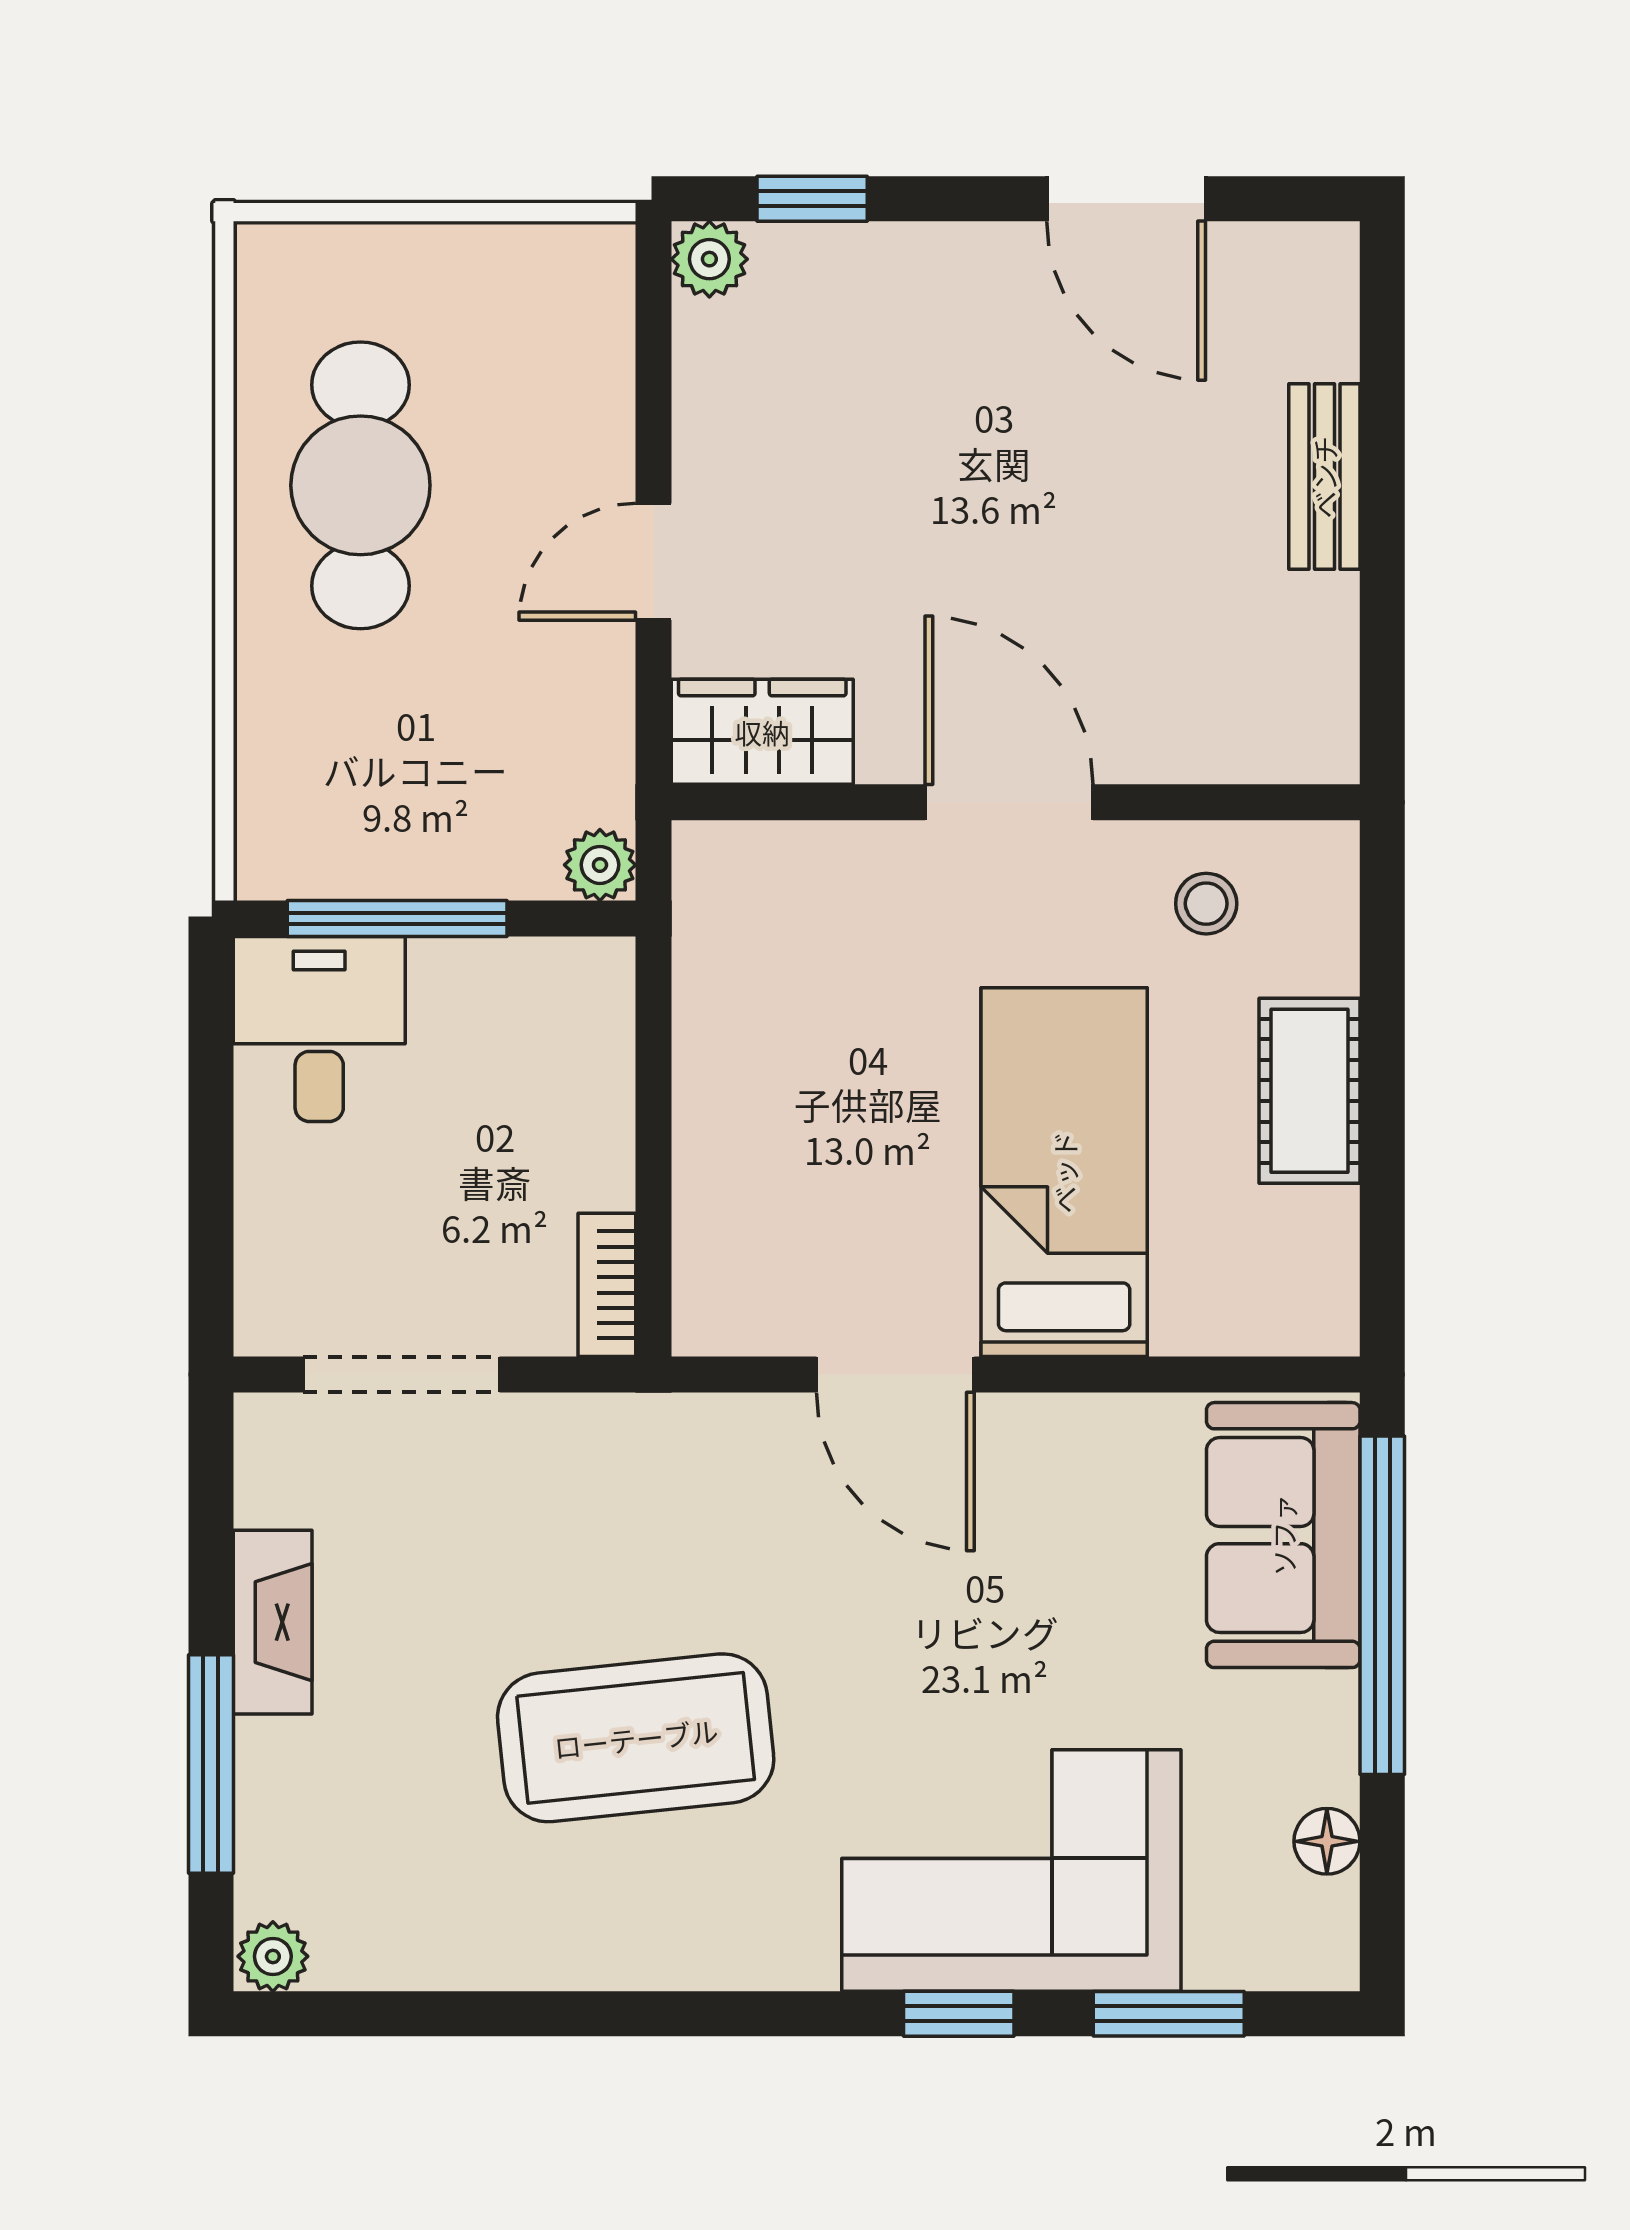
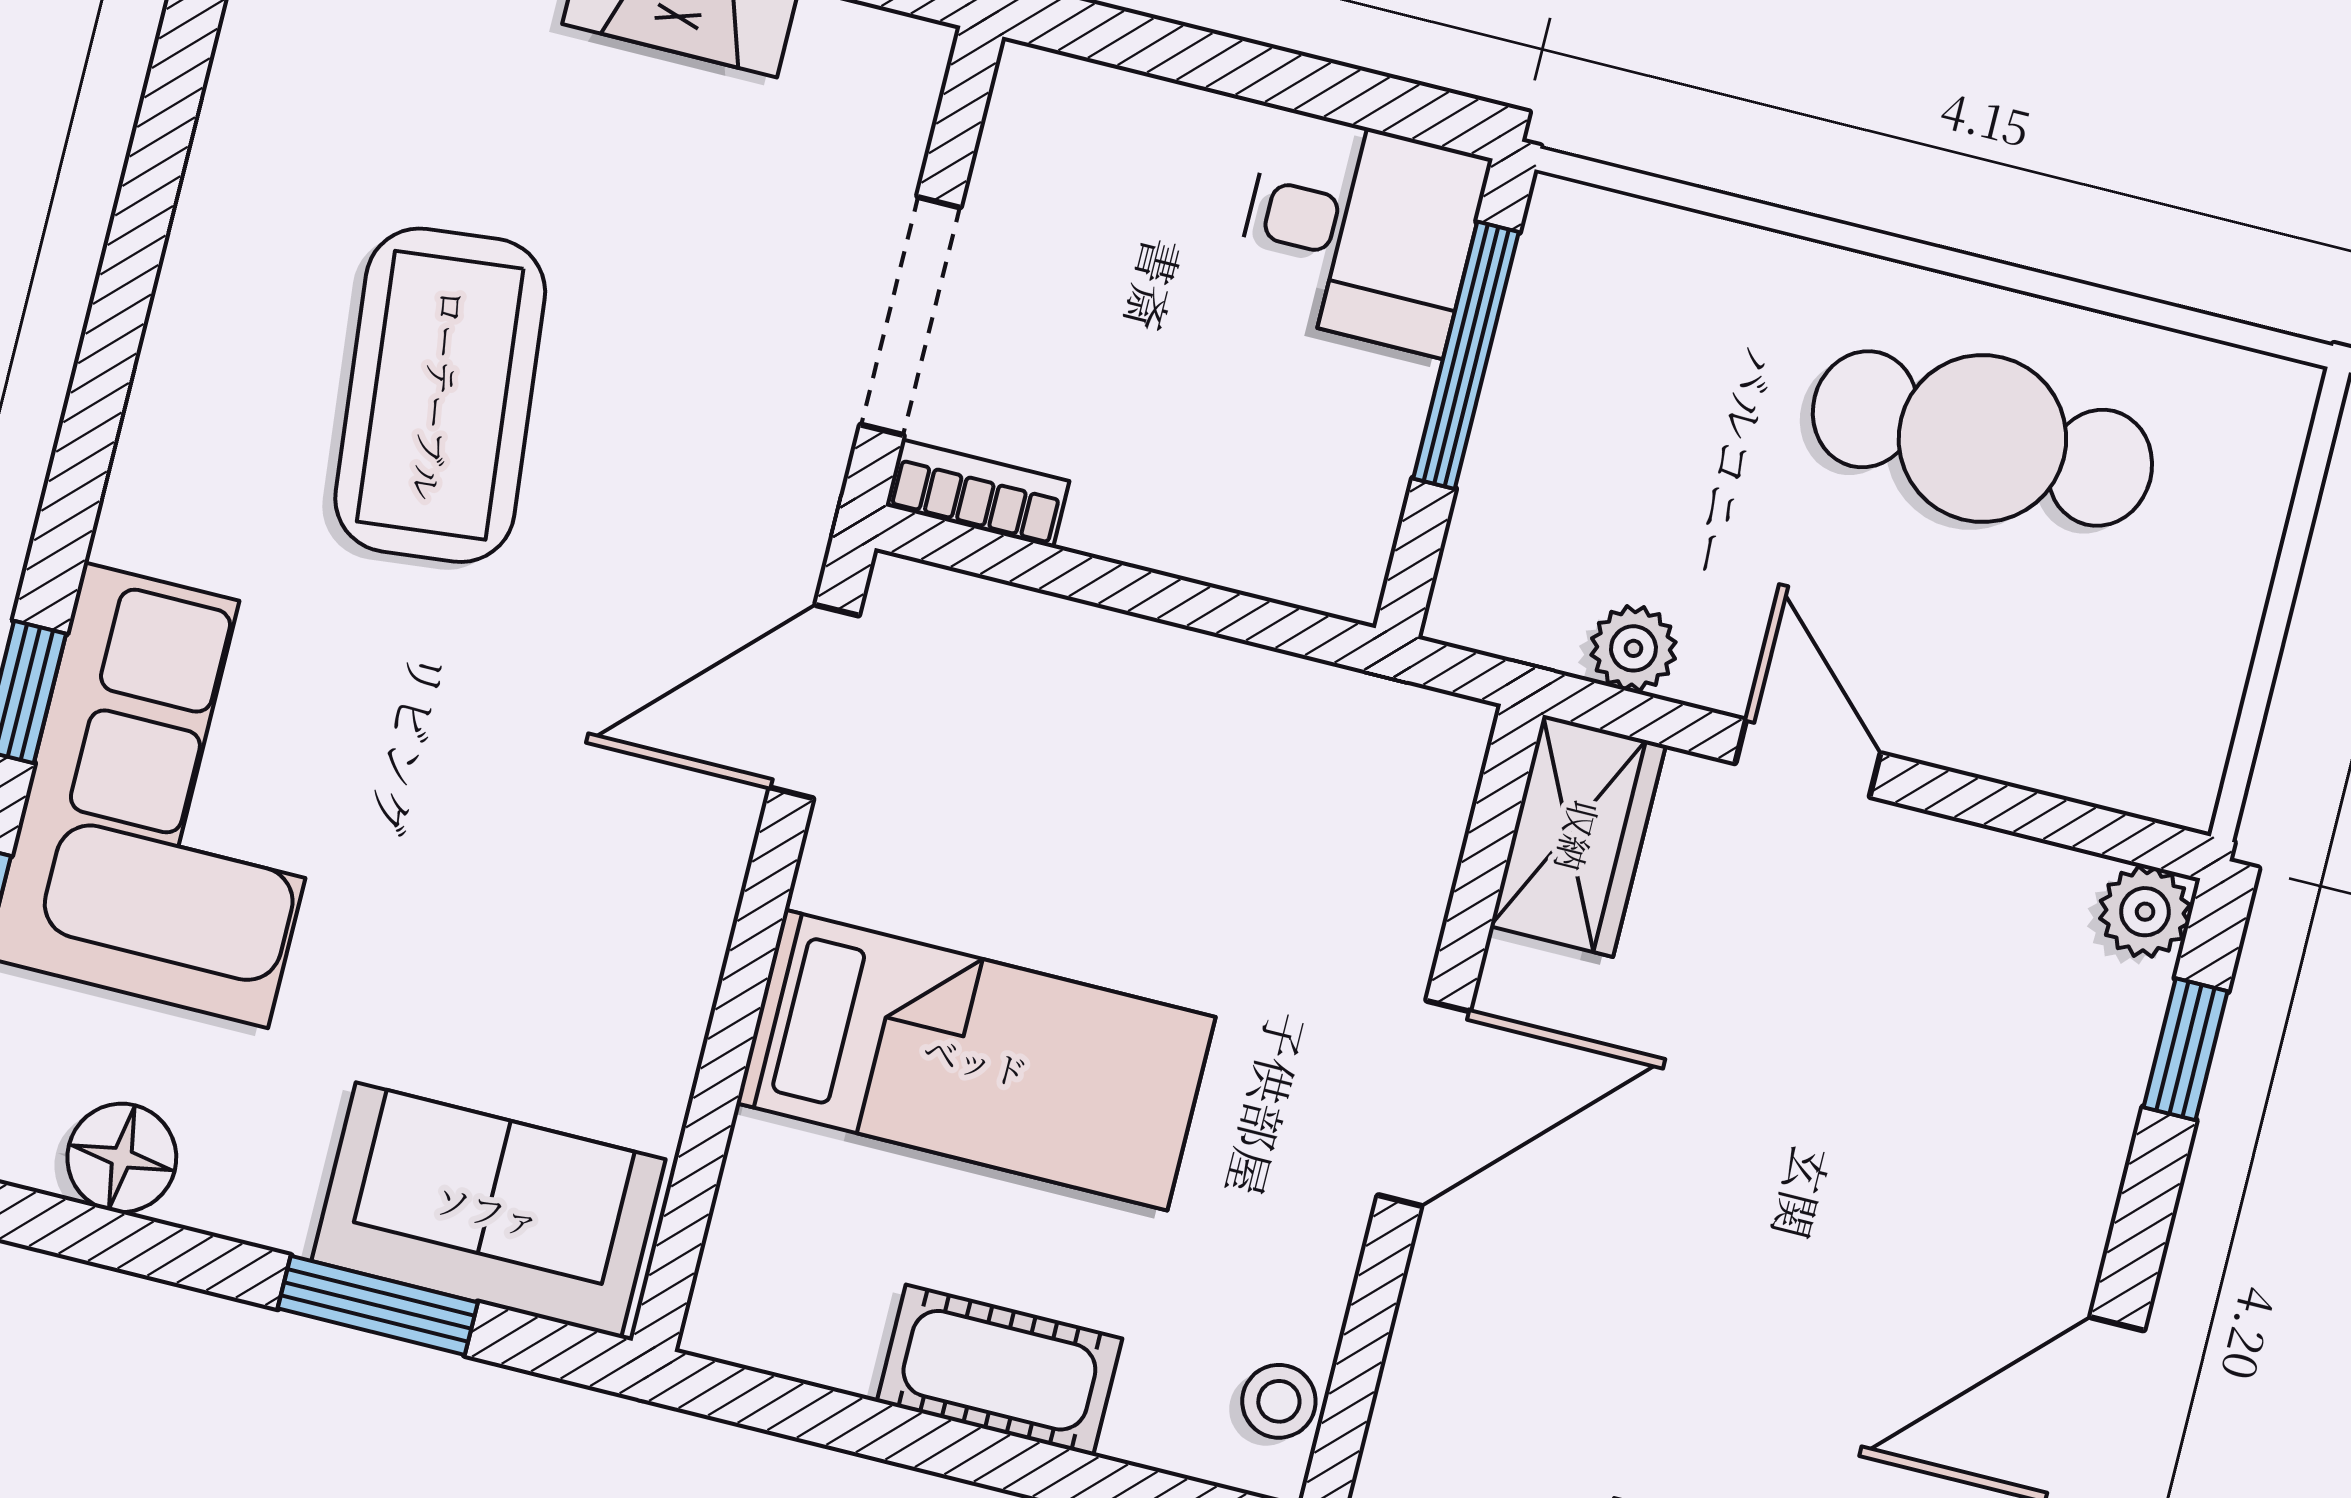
plant: (600, 865) -> (1633, 648), moved
stool: (1206, 904) -> (1279, 1401), moved
doorway: (401, 1375) -> (910, 316), moved
door: (895, 1375) -> (814, 702), moved
window: (1382, 1605) -> (378, 1305), width x0.47
floor lamp: (1327, 1841) -> (122, 1158), width x1.37, depth x1.37

